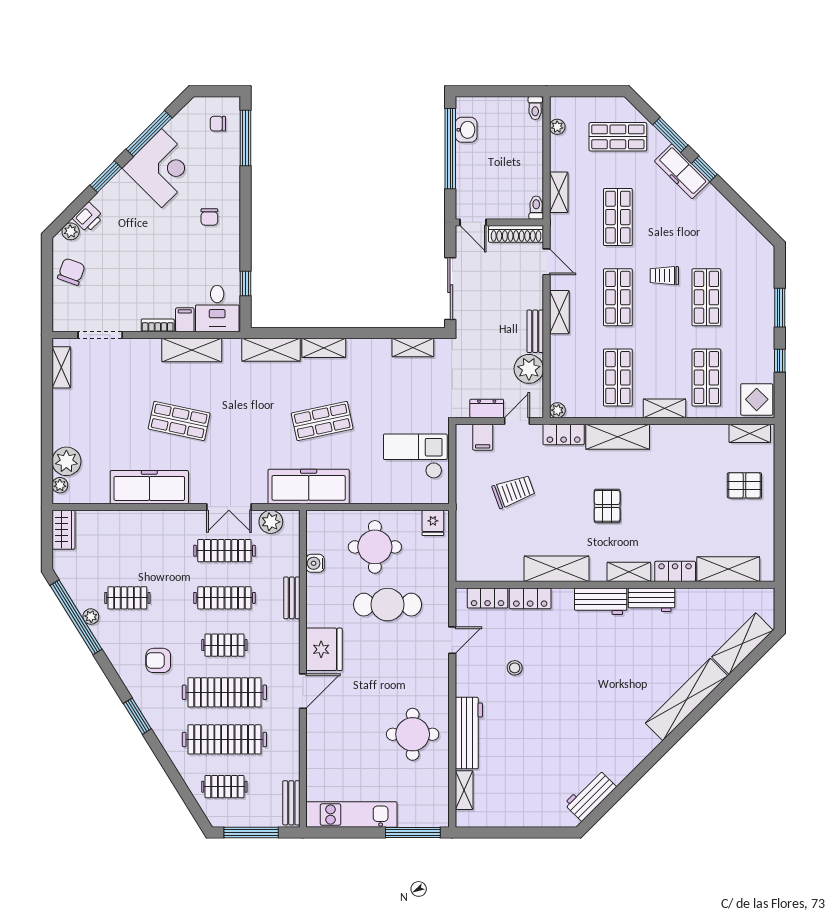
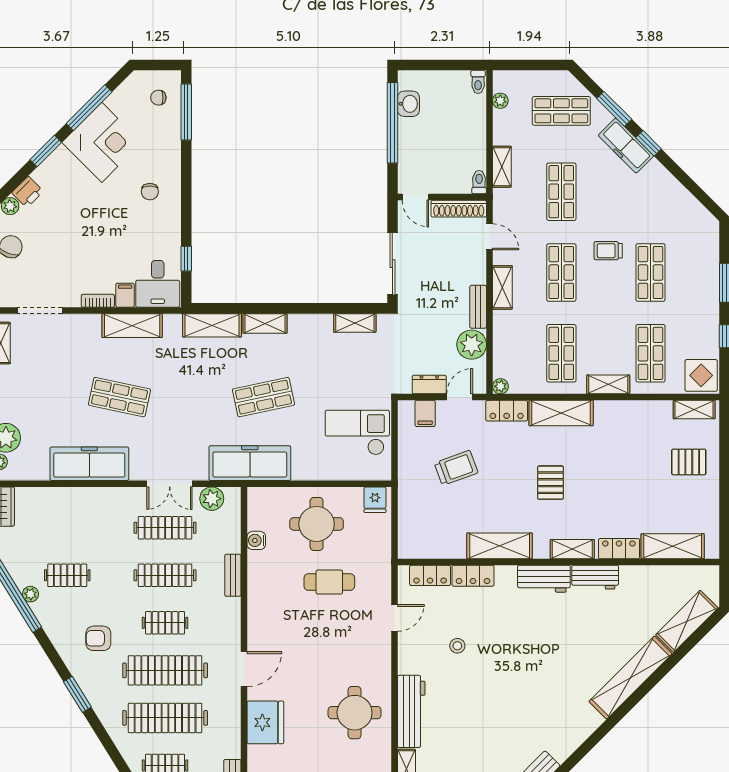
cafe table: (388, 605) -> (329, 582), width x0.73, depth x0.74
fridge: (324, 649) -> (265, 722), moved

